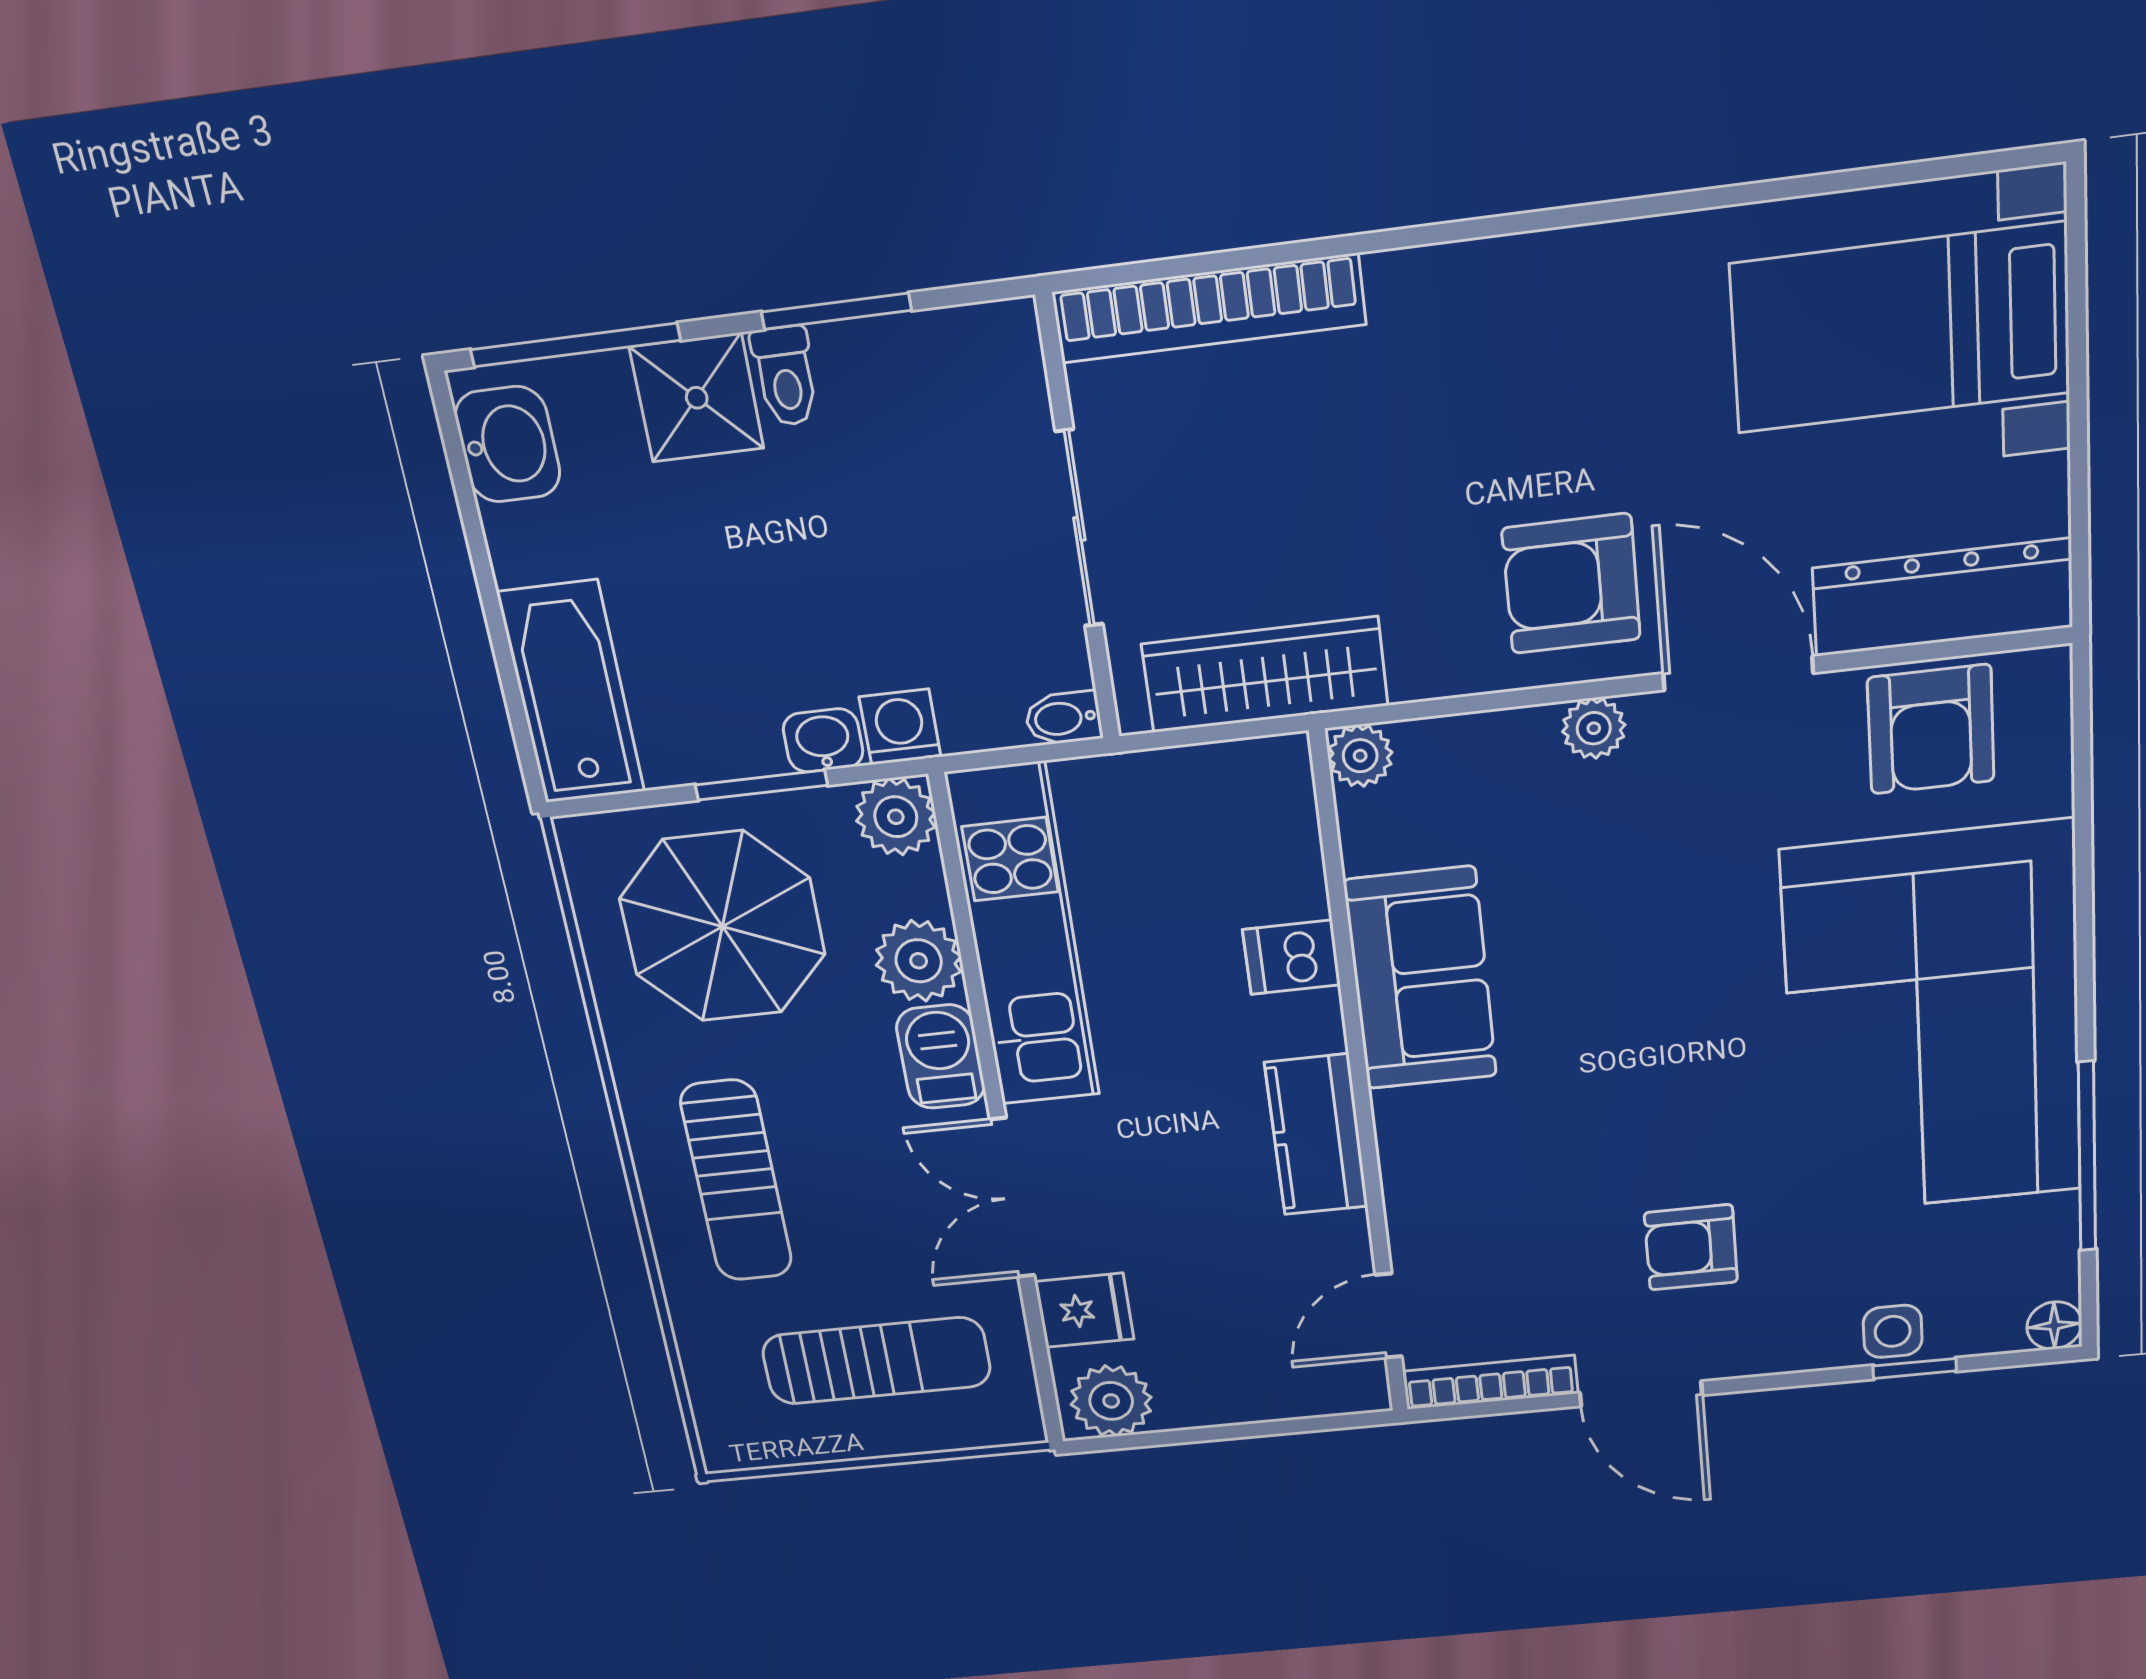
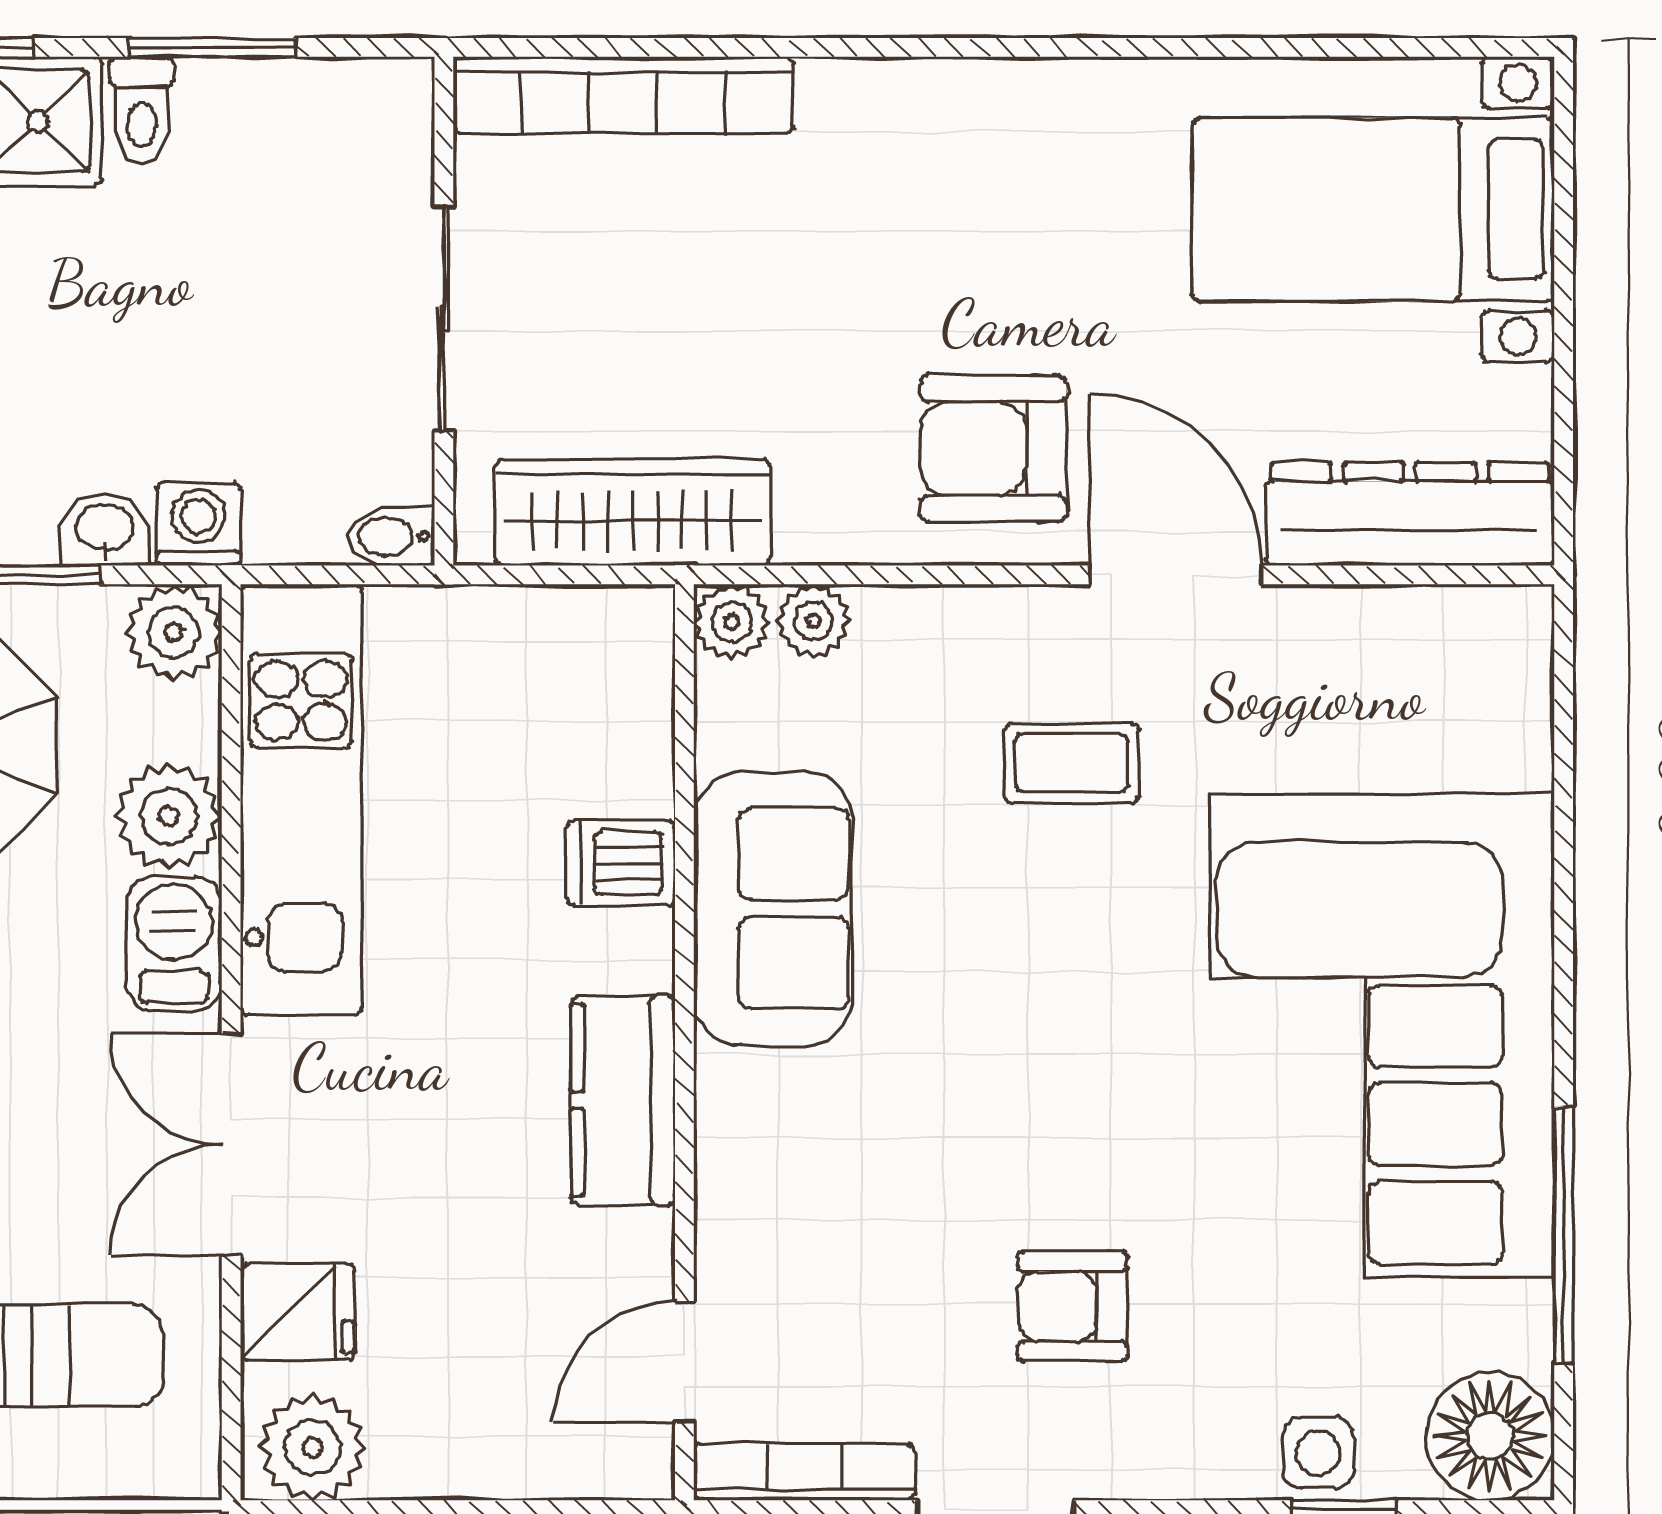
plant: (1594, 728) -> (813, 621), moved
armchair: (1931, 729) -> (1391, 668), removed
coffee table: (1660, 838) -> (1072, 763), added
floor lamp: (2054, 1326) -> (1490, 1436), width x1.89, depth x1.89

